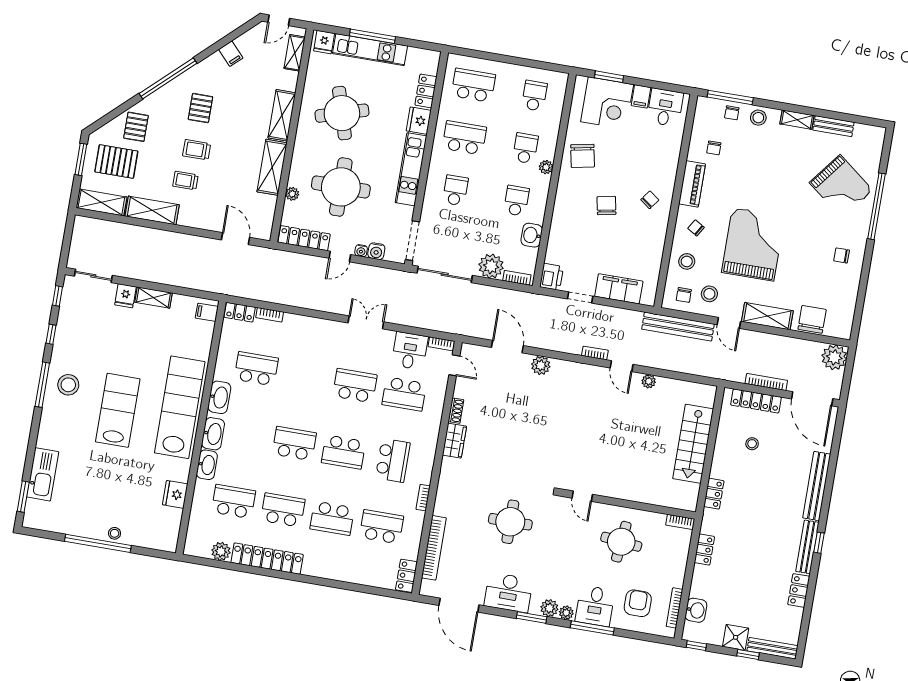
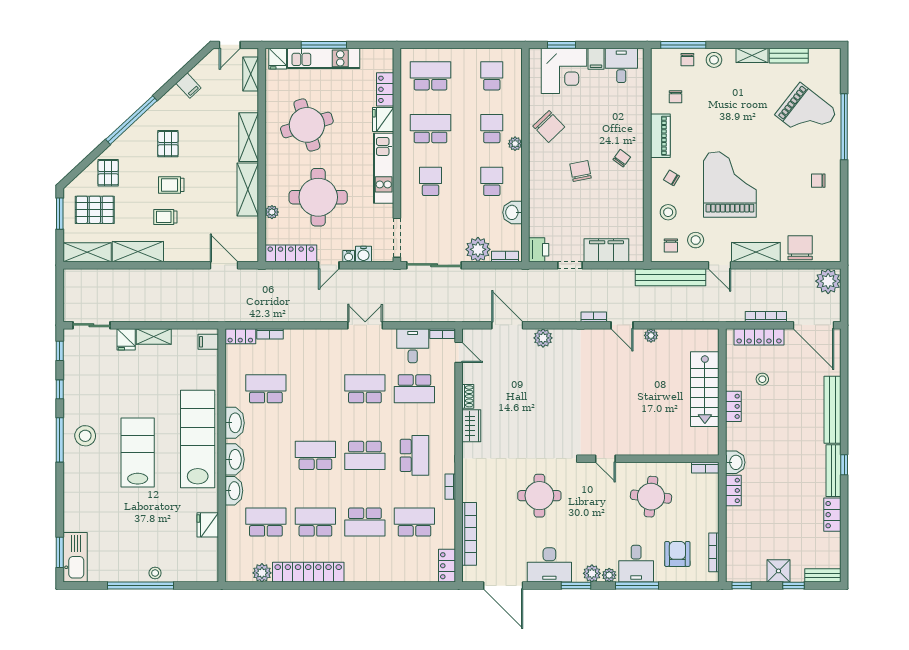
chair: (583, 156) -> (549, 126), turned -33
kitchen sink: (43, 474) -> (75, 557), moved
locker: (714, 494) -> (733, 406), moved
washbasin: (696, 610) -> (735, 462), moved
bench: (772, 648) -> (823, 575), width x0.73

